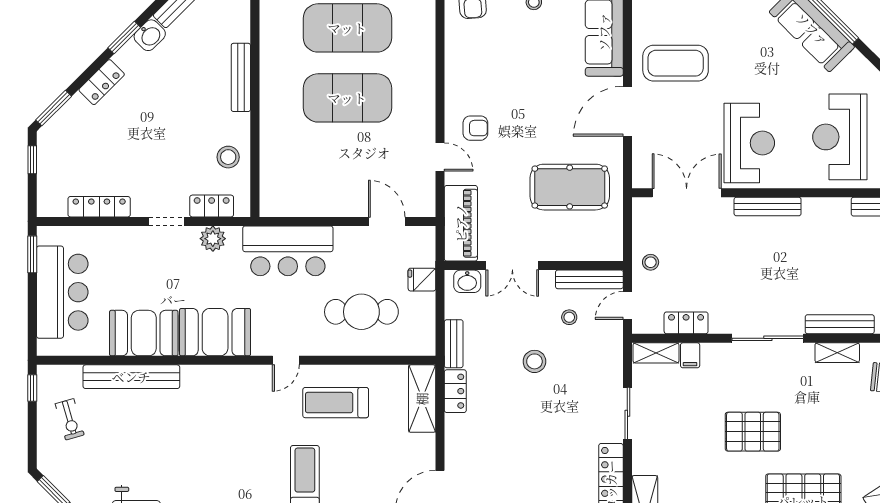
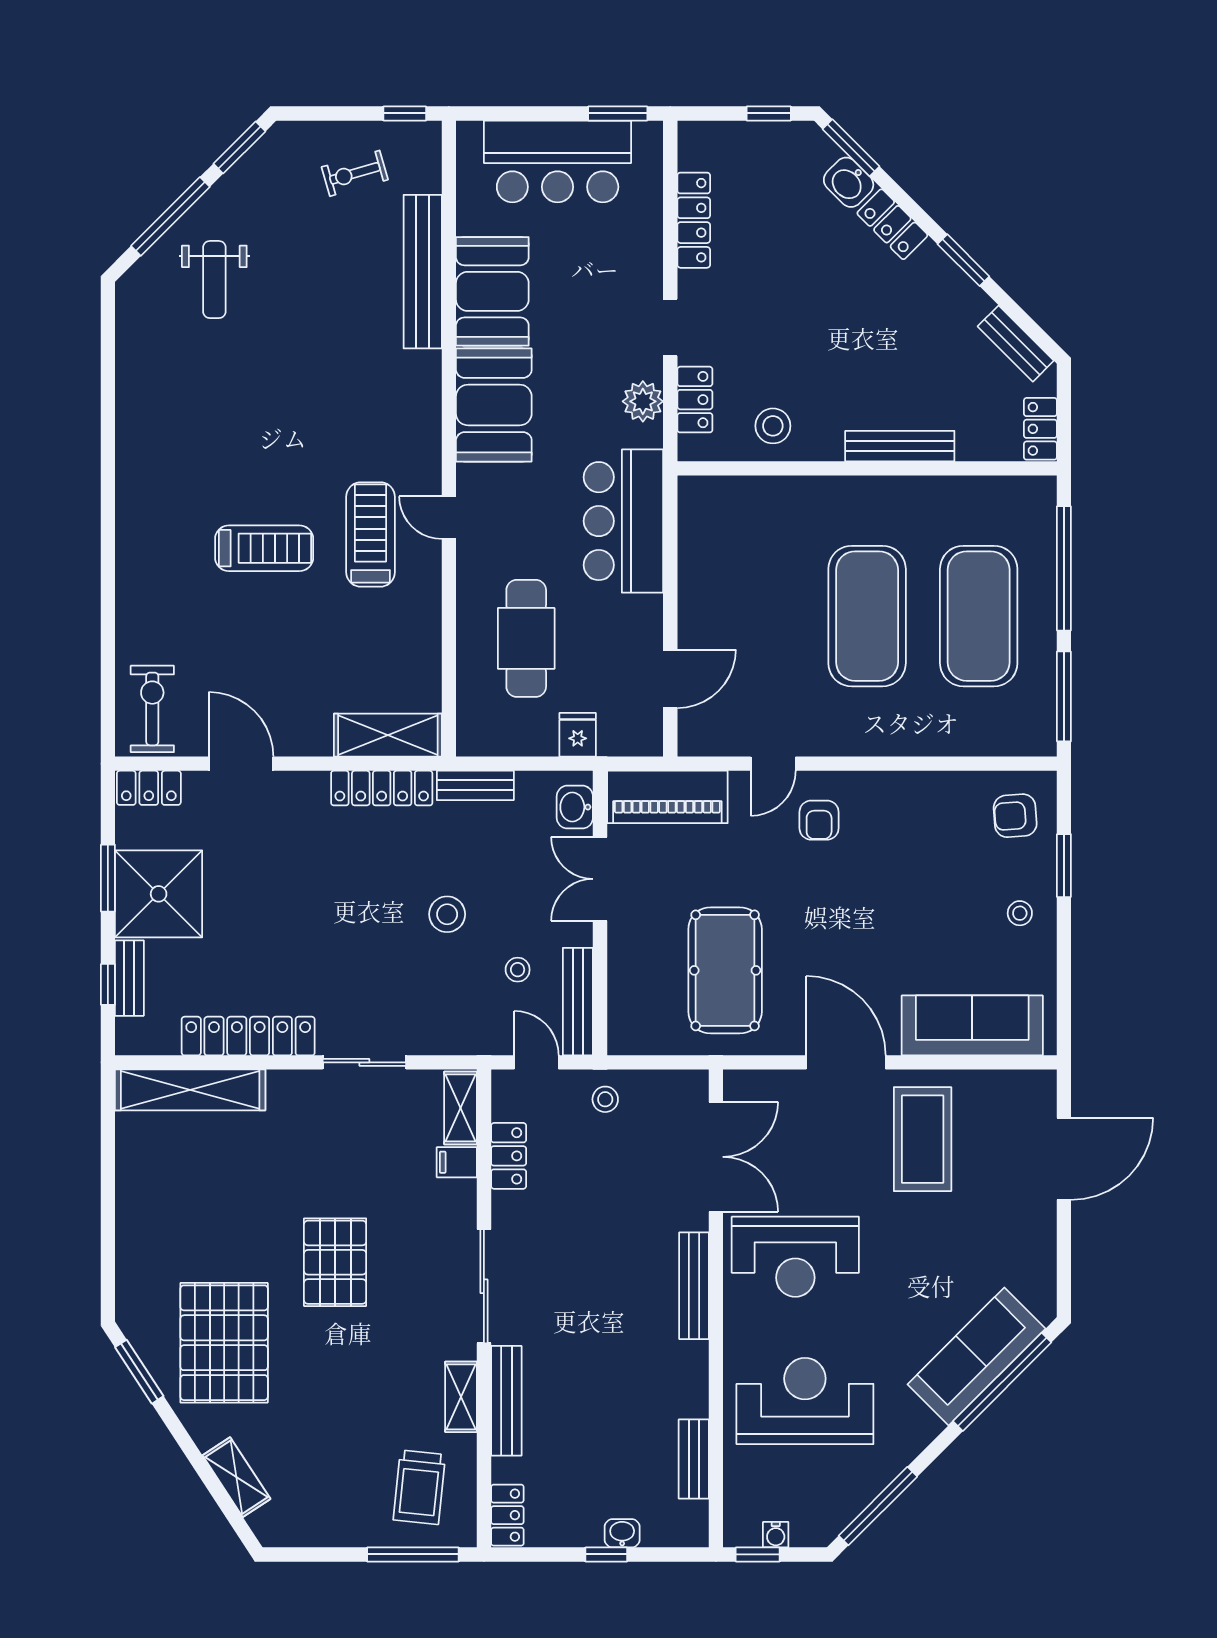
washbasin: (150, 35) -> (849, 182), moved
locker: (455, 391) -> (382, 788), width x1.53
treadmill: (336, 403) -> (371, 534), moved

